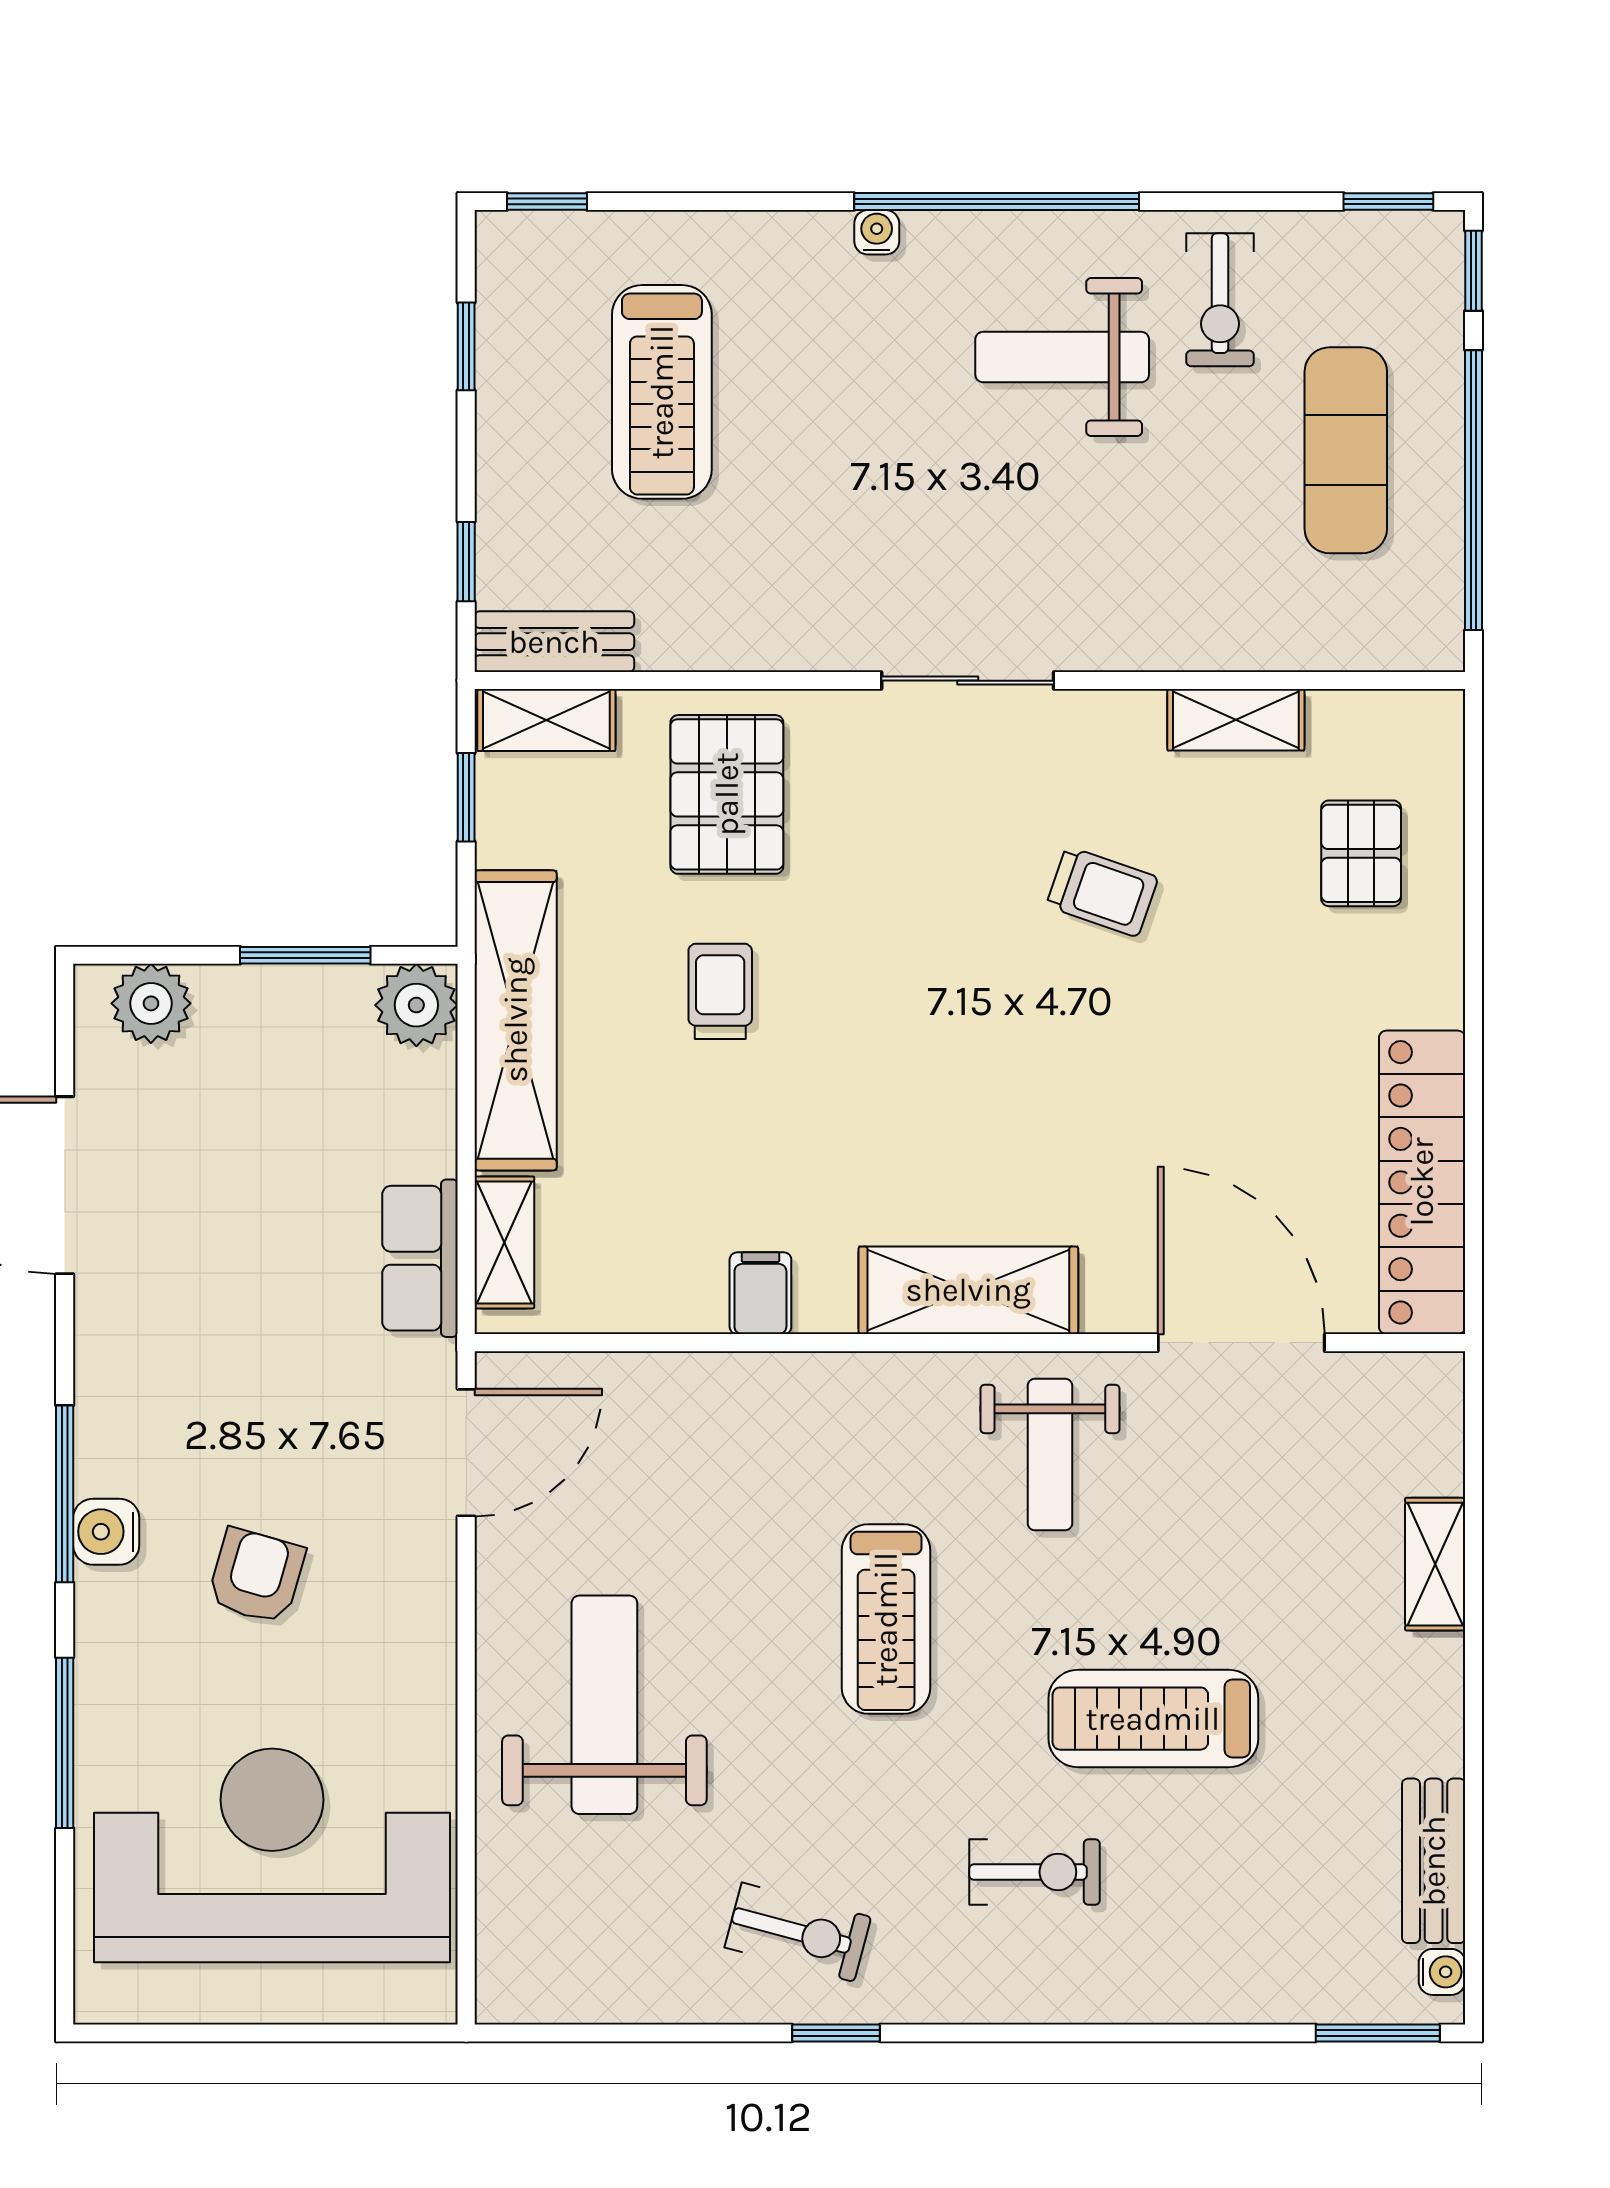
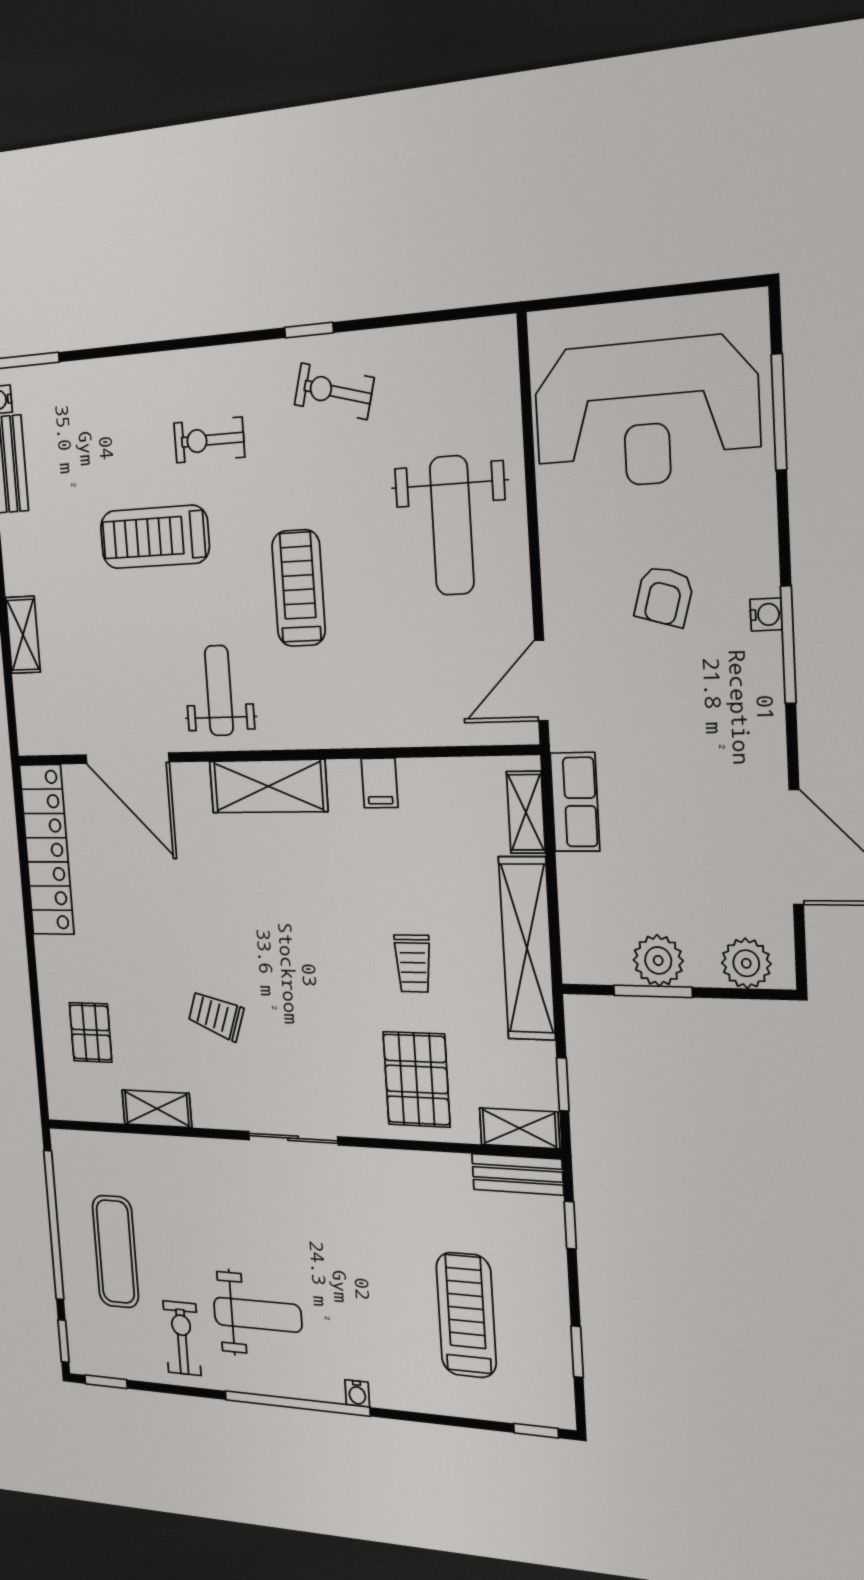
plant: (416, 1005) -> (658, 960), moved
water cooler: (106, 1532) -> (766, 615), width x0.72, depth x0.72
treadmill: (1153, 1719) -> (155, 537), turned 180
window: (65, 1743) -> (779, 412), moved

